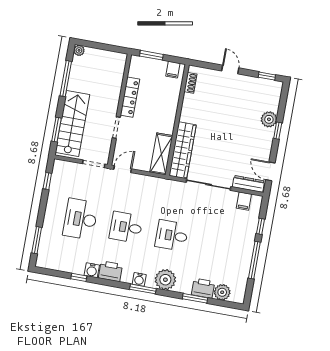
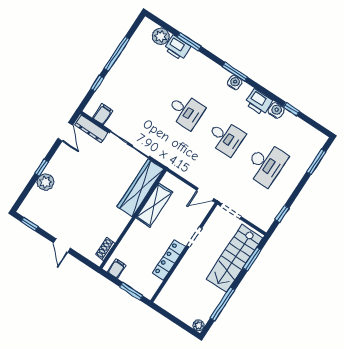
shelving: (161, 154) -> (154, 205), moved
plant: (165, 280) -> (210, 71), removed

